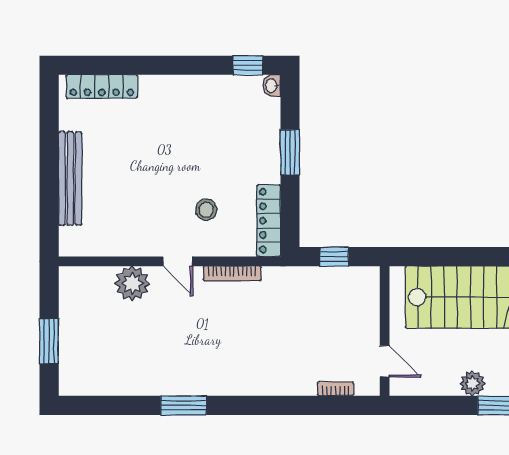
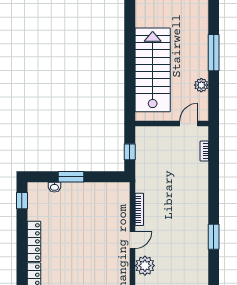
washbasin: (272, 86) -> (54, 187), moved
stool: (206, 210) -> (103, 224), removed
locker: (269, 221) -> (34, 241), moved, turned -90
plant: (473, 383) -> (201, 85), moved

